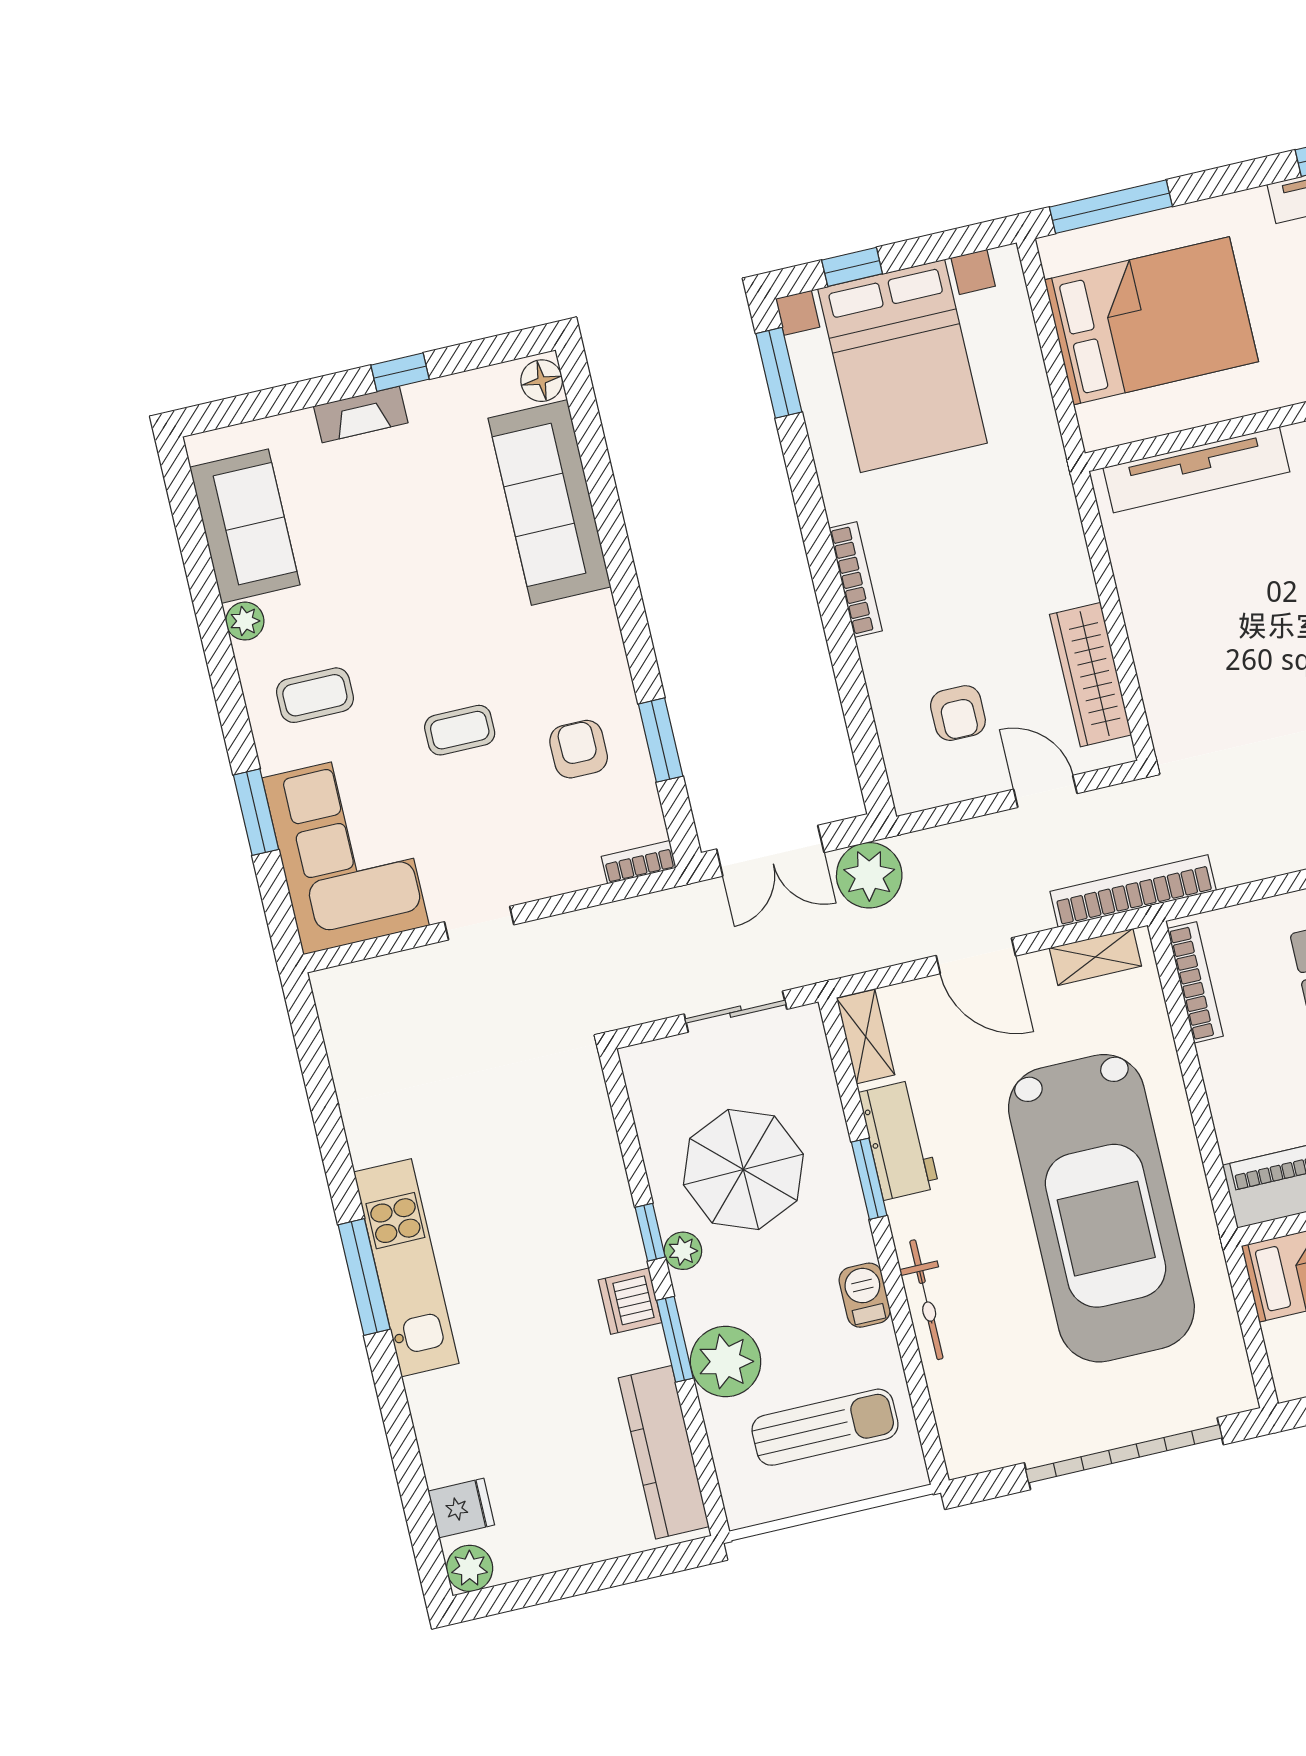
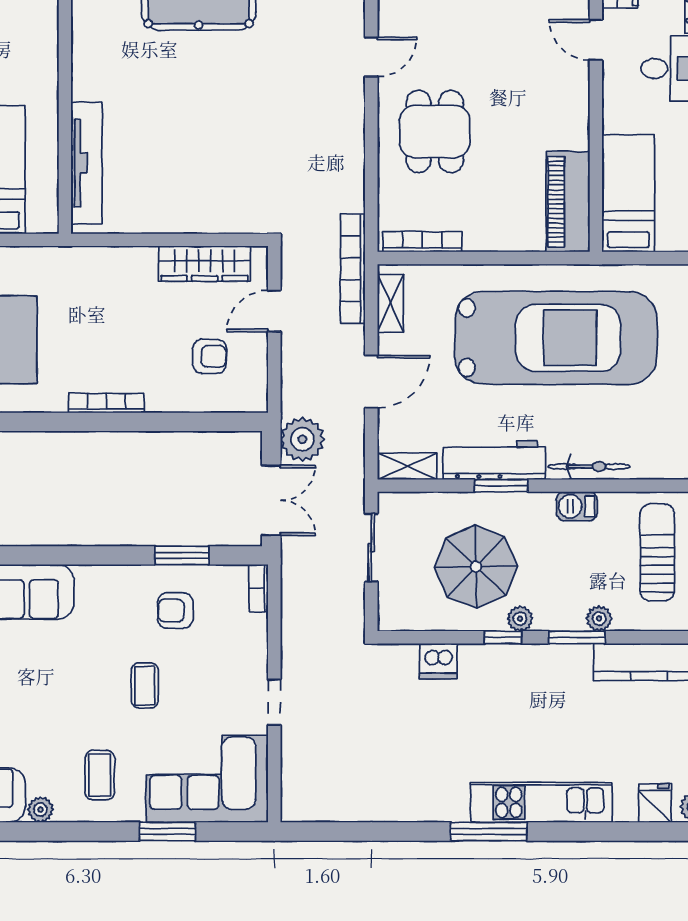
workbench: (899, 1140) -> (494, 460), width x1.38
kitchen unit: (406, 1268) -> (541, 802), moved
dishwasher: (630, 1301) -> (438, 661), moved
plant: (726, 1361) -> (599, 619), width x0.53, depth x0.53

